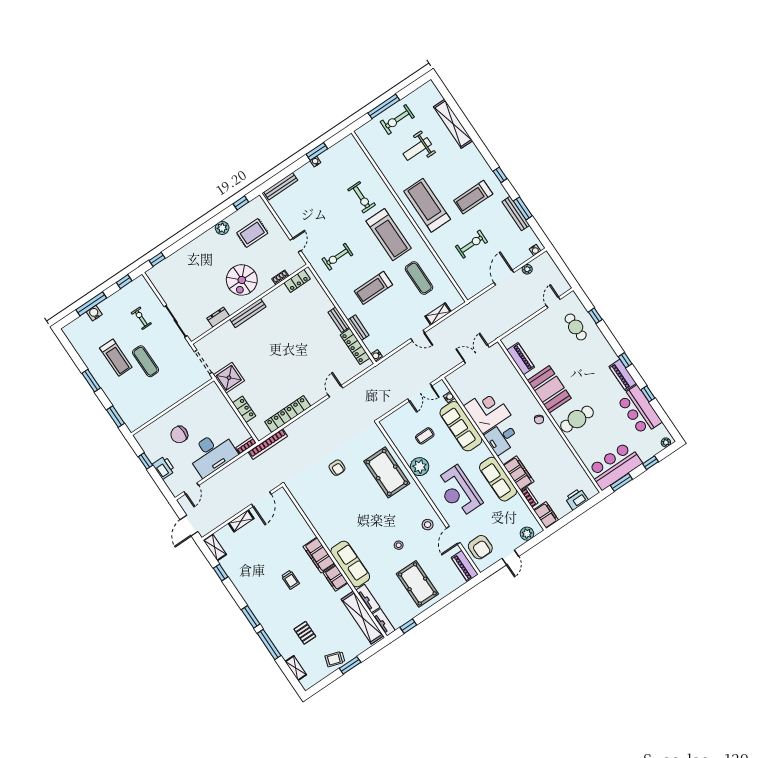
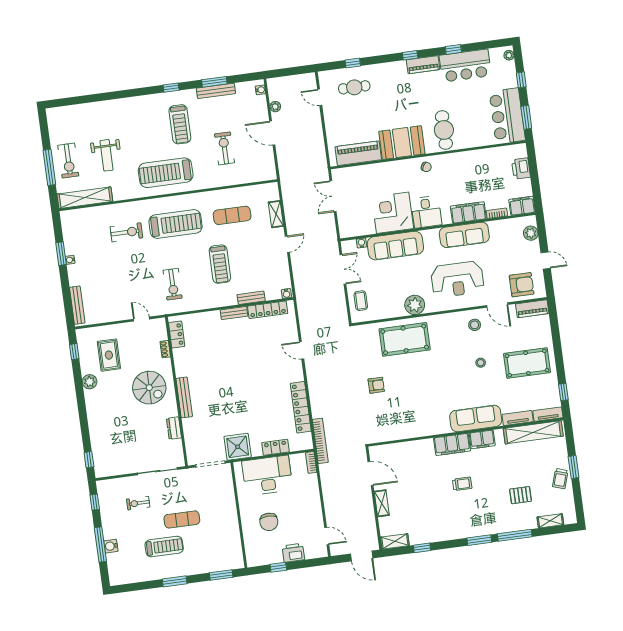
shelving: (453, 124) -> (85, 198), moved
piano: (521, 359) -> (358, 153), width x1.37, depth x1.33
coffee table: (425, 436) -> (361, 301), moved
desk: (212, 453) -> (267, 475), moved, turned -90

